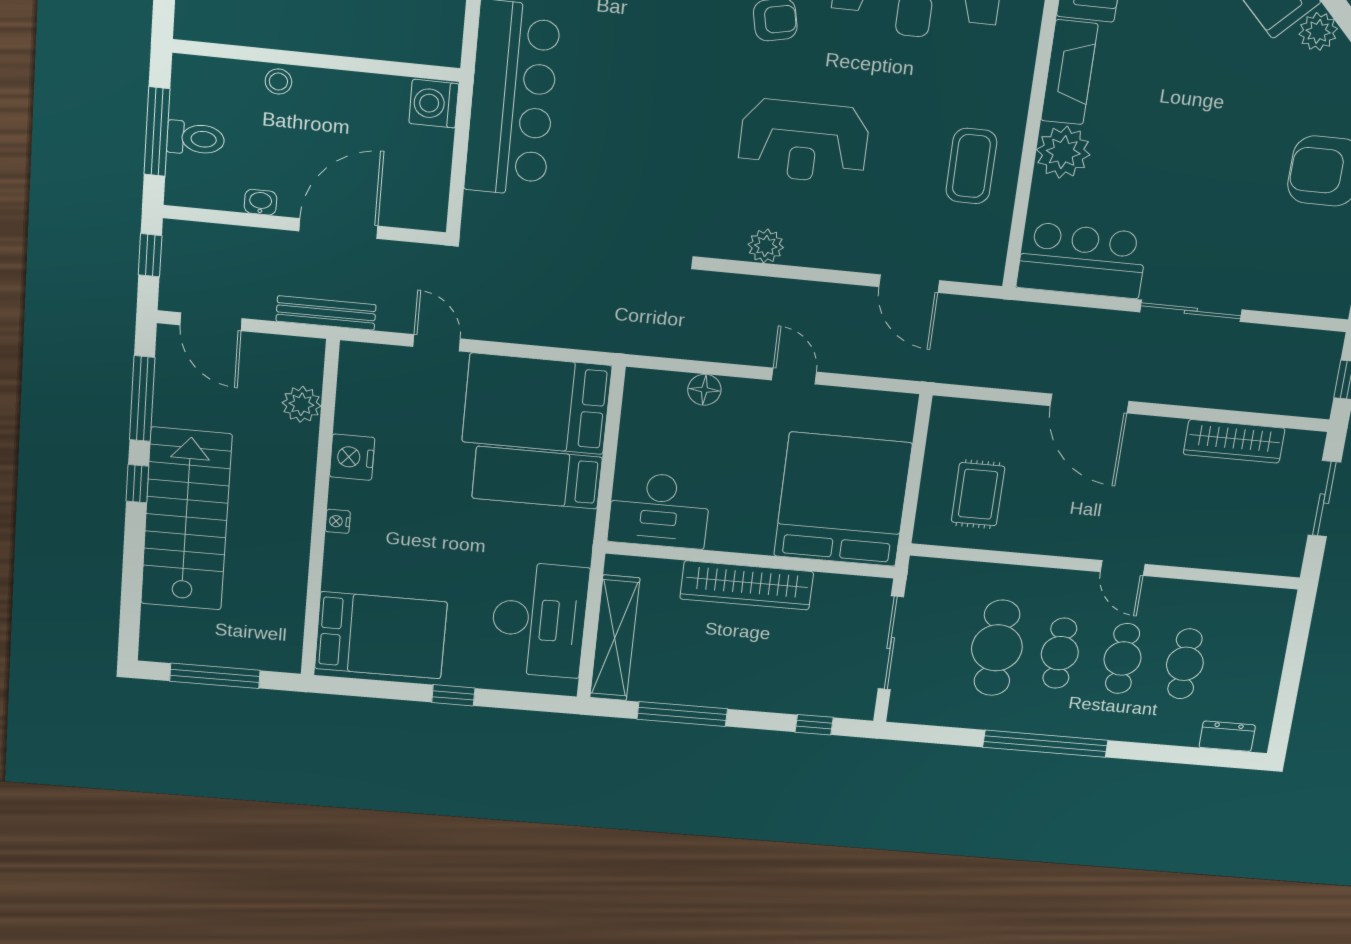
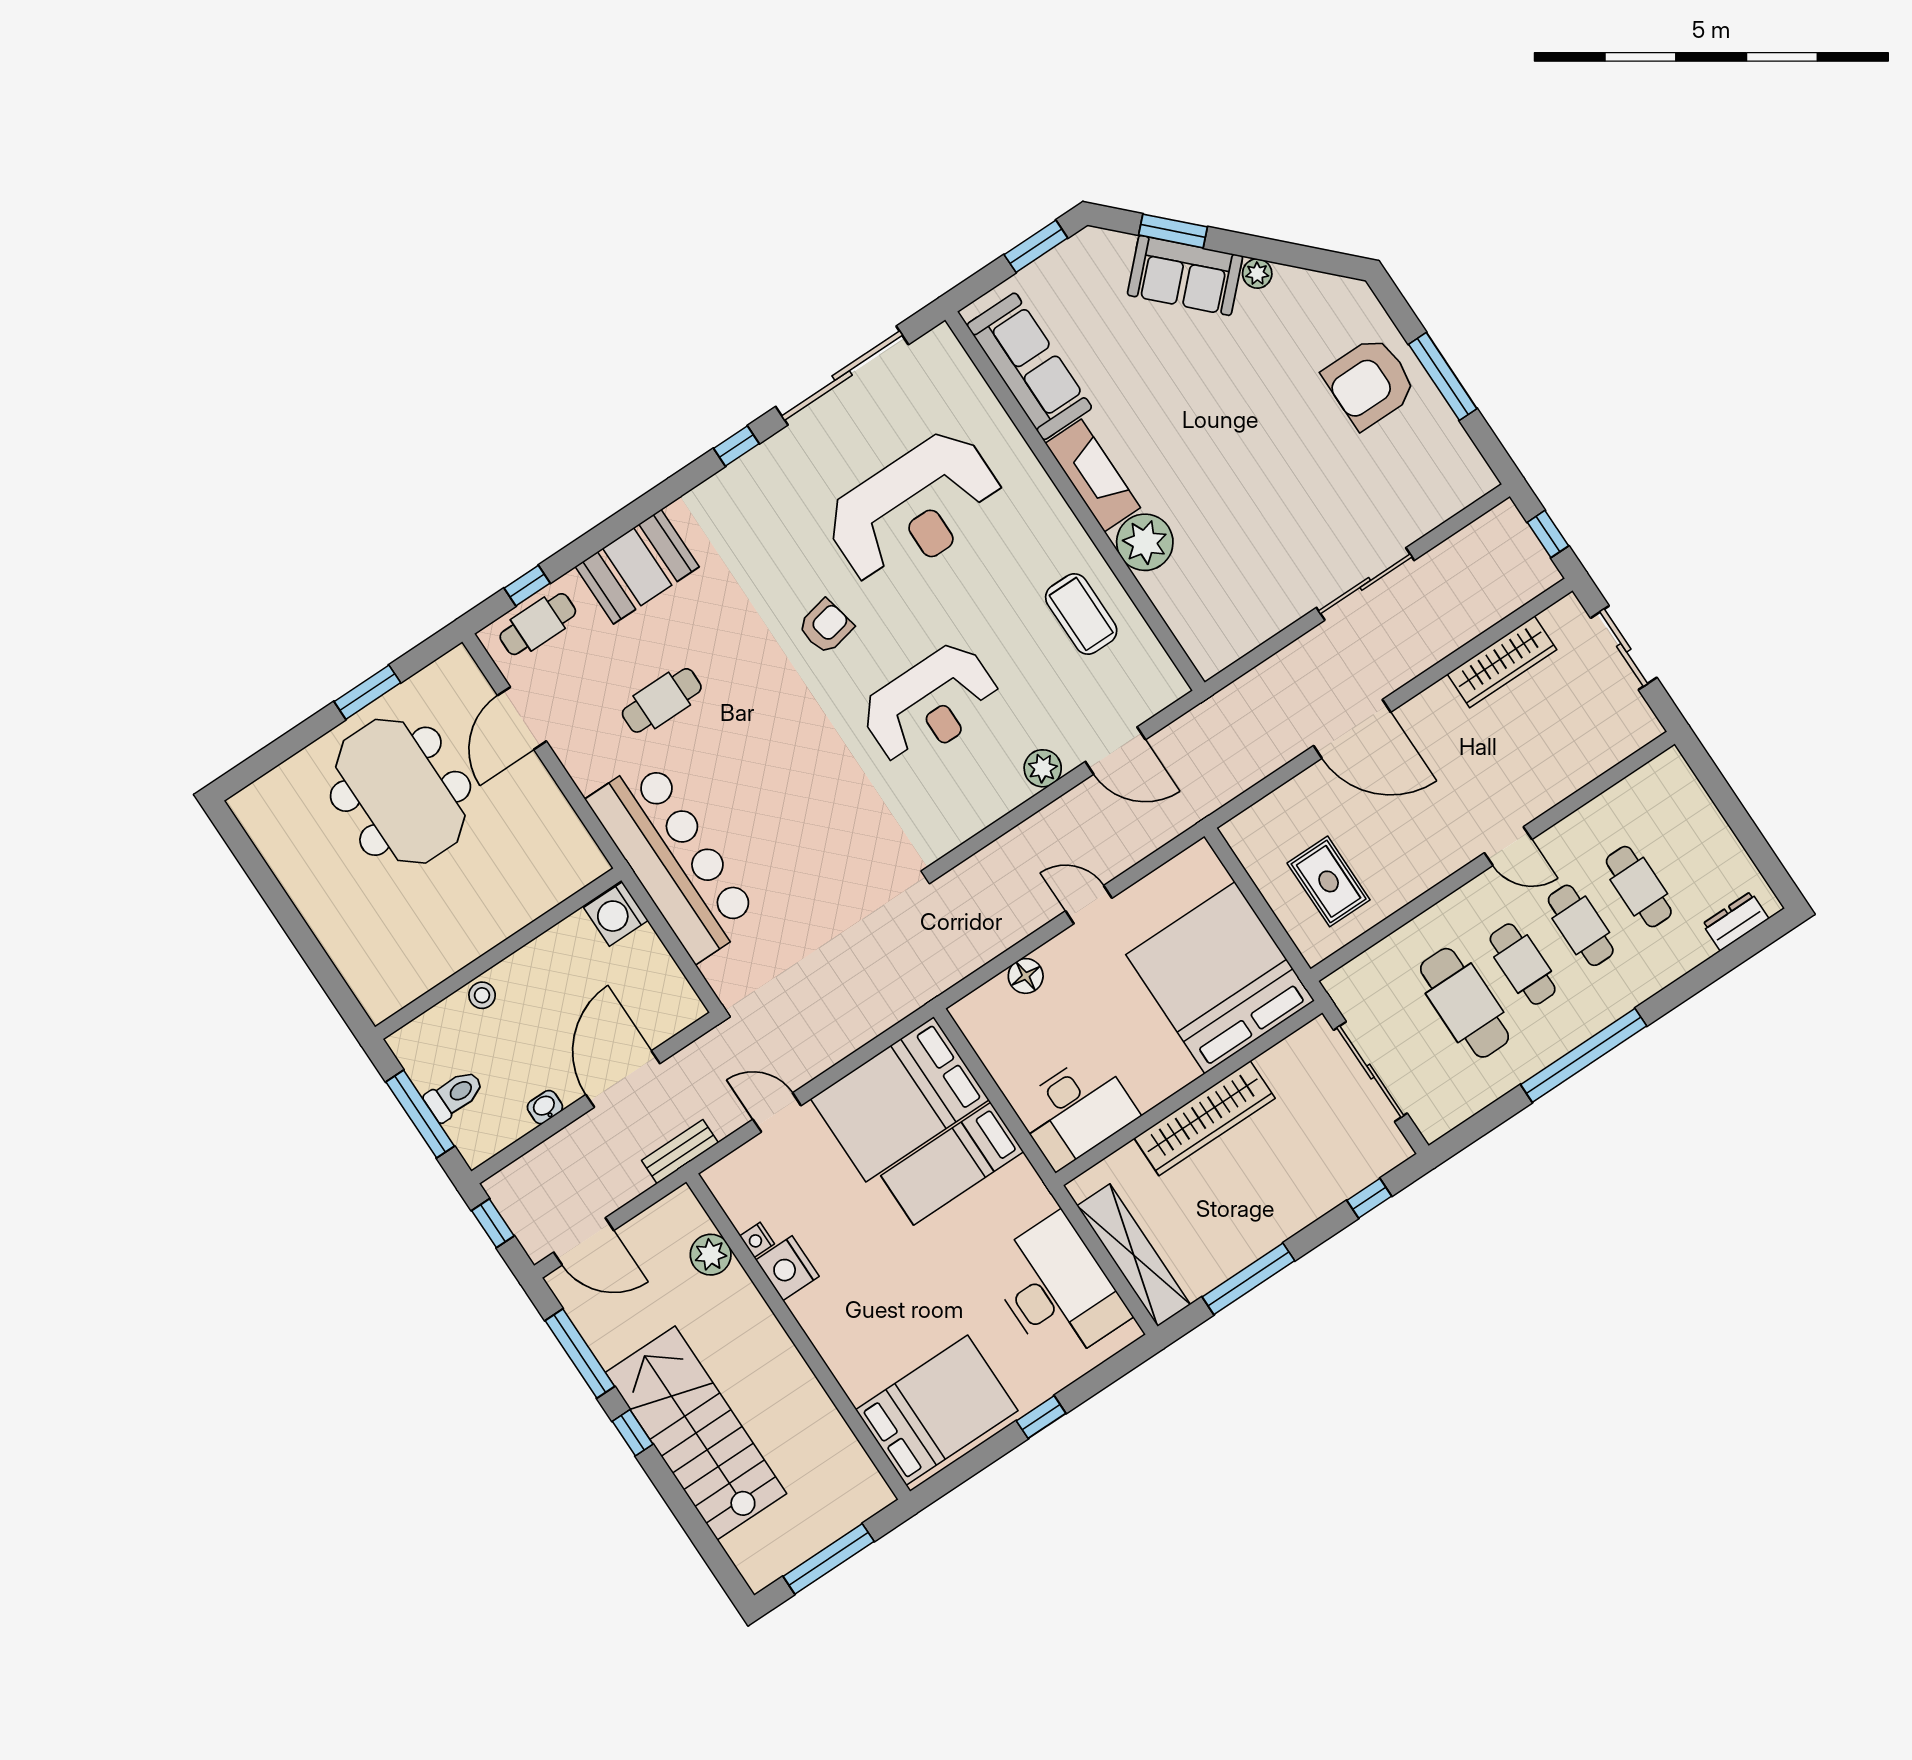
plant: (1318, 31) -> (1257, 273), width x0.73, depth x0.73
plant: (766, 246) -> (1043, 768), moved
bar counter: (1082, 260) -> (1239, 616), removed
bench: (326, 313) -> (680, 1152), width x0.73
nightstand: (338, 521) -> (757, 1240), moved

